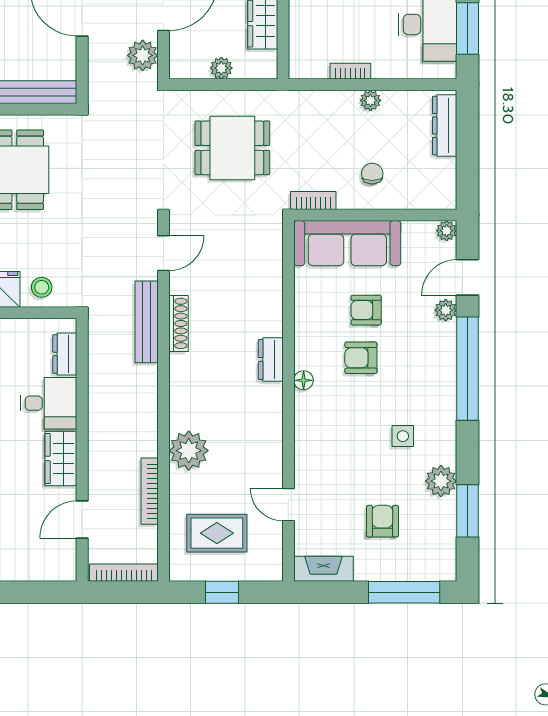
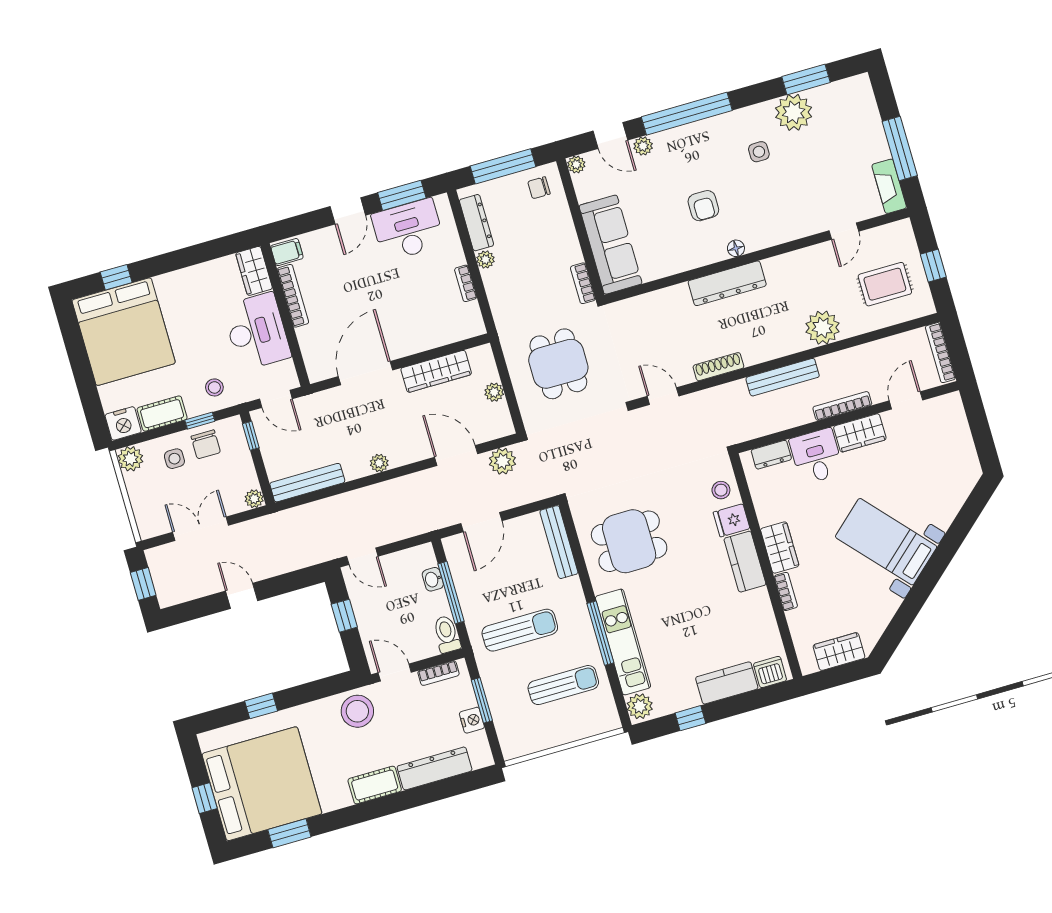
dresser: (445, 126) -> (476, 223), moved, turned -90
window: (468, 149) -> (503, 166), added
chair: (372, 174) -> (539, 188), moved
armchair: (366, 310) -> (662, 213), removed
bench: (147, 322) -> (783, 377), moved
dresser: (271, 359) -> (727, 283), width x1.96, depth x1.24
plant: (441, 481) -> (794, 112), width x1.36, depth x1.36
bookcase: (150, 491) -> (842, 406), moved, turned 180
door: (82, 520) -> (906, 400), swing flipped
armchair: (382, 521) -> (835, 148), removed
rug: (217, 533) -> (885, 284), turned 90
window: (404, 592) -> (900, 148), moved

